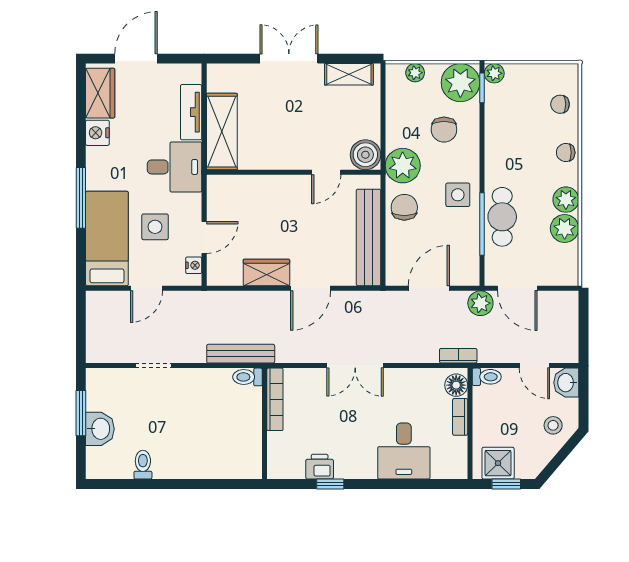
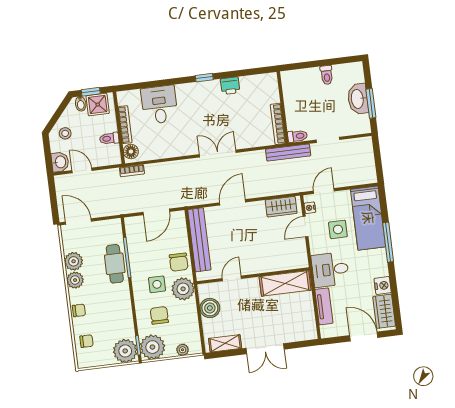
door: (136, 59) -> (364, 336), swing flipped
plant: (494, 73) -> (125, 351), width x1.87, depth x1.87
shelving: (222, 132) -> (285, 283), moved, turned 90
boiler: (365, 155) -> (210, 308), moved
side table: (458, 195) -> (157, 284), moved
wardrobe: (266, 272) -> (281, 207), moved
door: (147, 288) -> (324, 191), moved
door: (517, 288) -> (78, 222), moved
plant: (480, 303) -> (122, 206), removed
bench: (241, 354) -> (288, 153), moved
double door: (355, 366) -> (218, 154), moved
toilet: (247, 377) -> (297, 136), moved
toilet: (487, 377) -> (109, 138), moved
bookcase: (275, 399) -> (278, 124), moved
bookcase: (460, 417) -> (125, 125), width x1.56
wall: (265, 424) -> (283, 107), moved
washbasin: (100, 429) -> (358, 99), width x1.38
printer: (320, 467) -> (230, 86), moved
bidet: (524, 468) -> (81, 104), added

